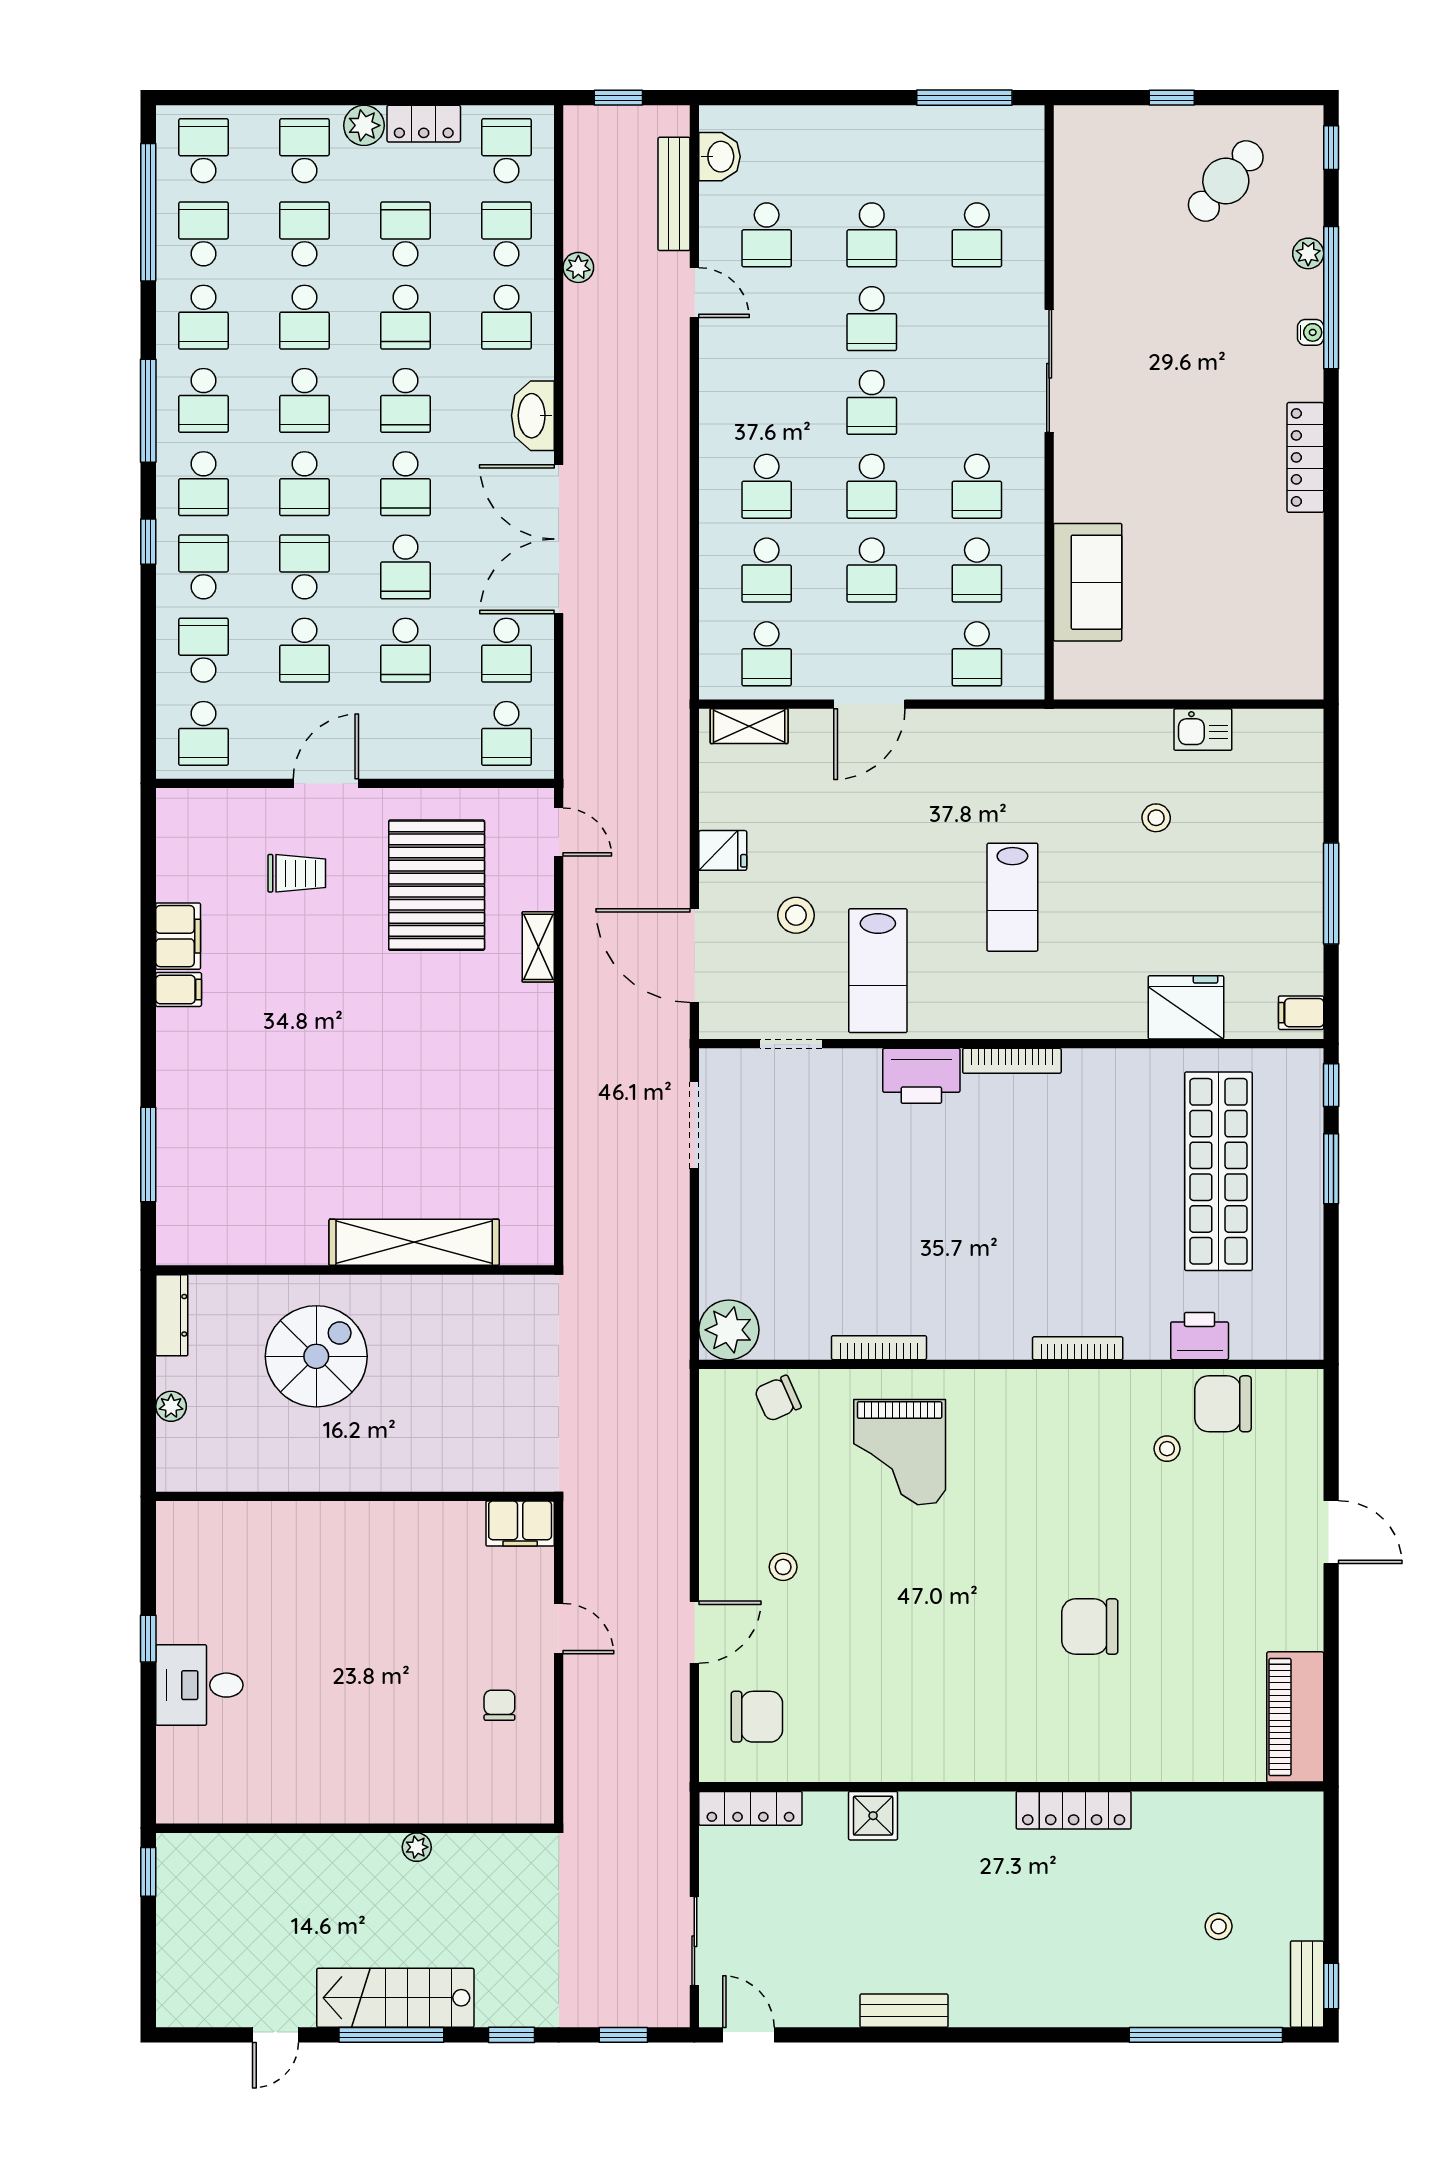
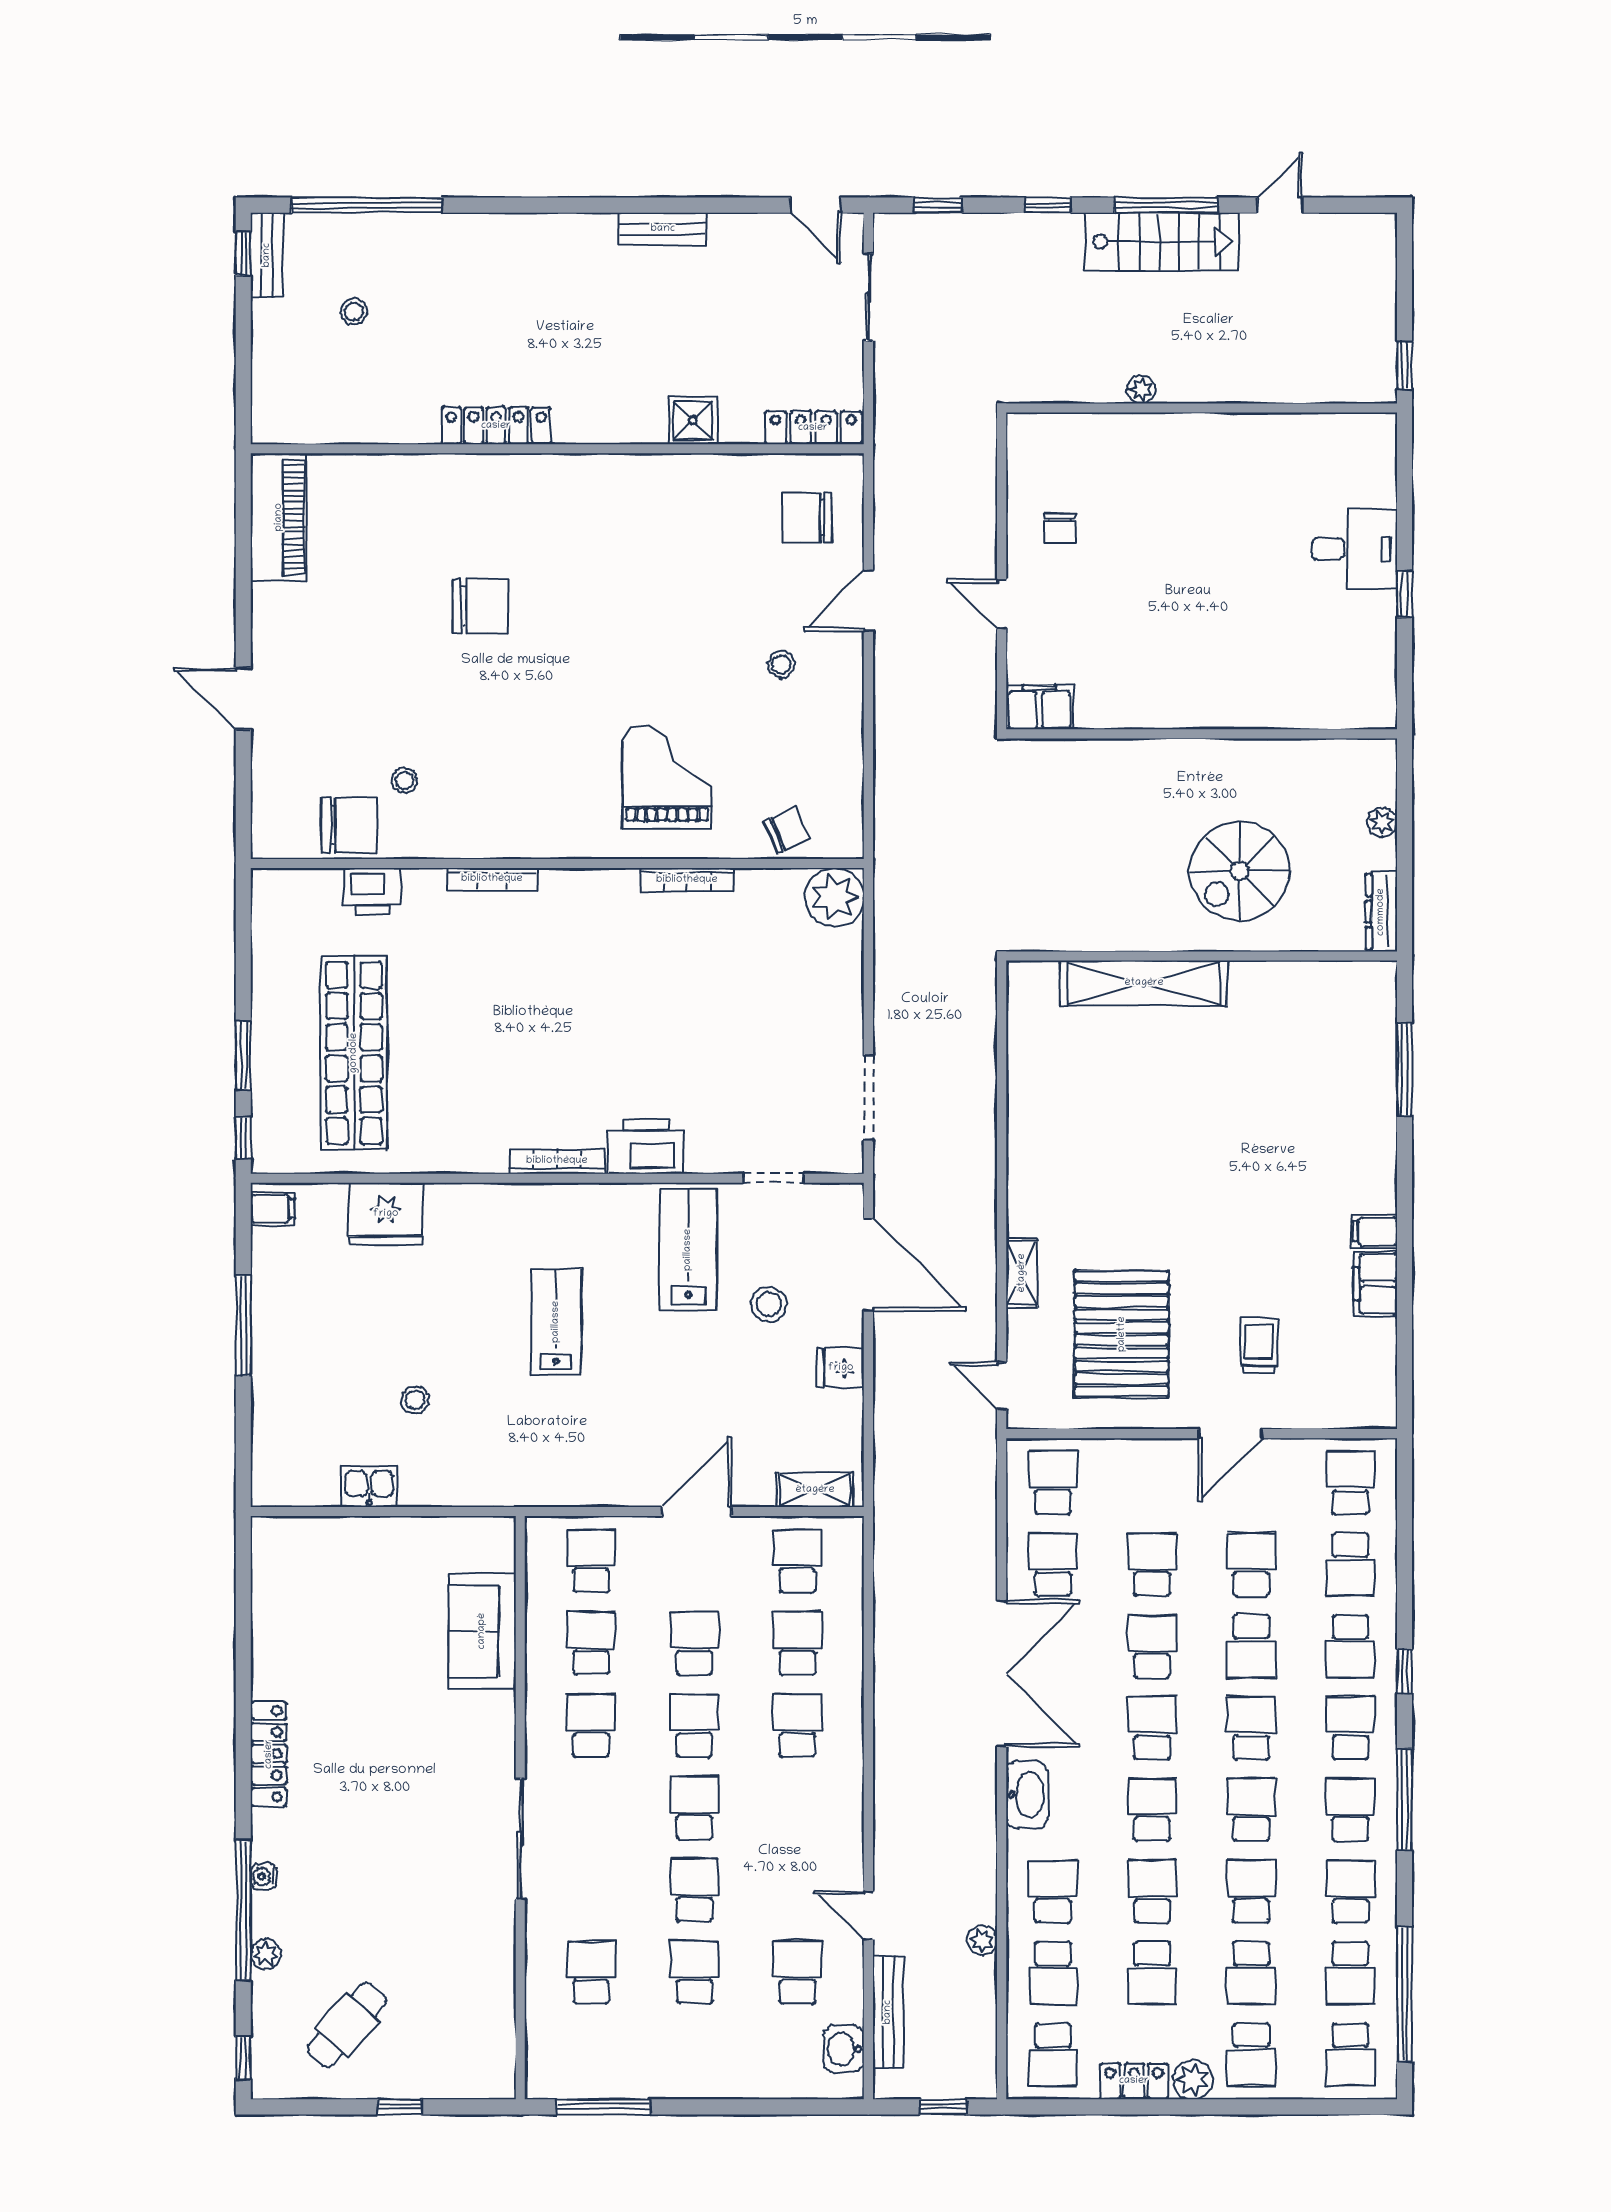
trolley: (297, 873) -> (1259, 1345), turned 90

